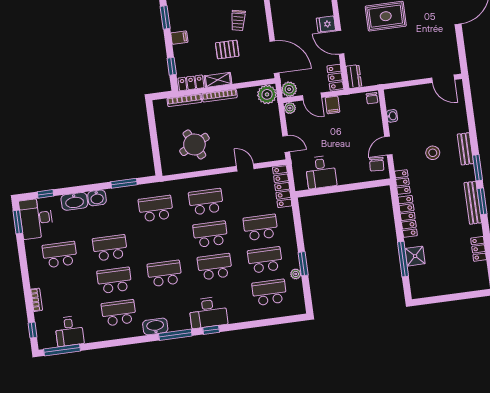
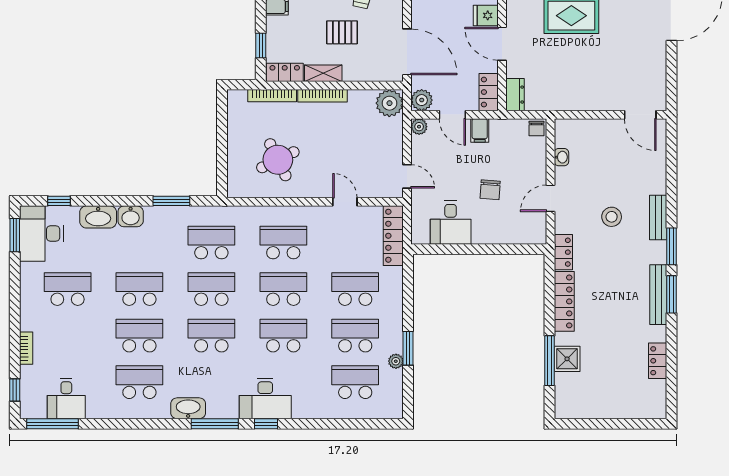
chair: (377, 164) -> (490, 190), moved
school desk: (160, 241) -> (211, 289), added

